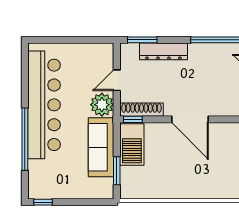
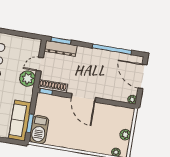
dresser: (163, 51) -> (61, 48), moved
barbecue: (132, 144) -> (39, 130), moved
sofa: (101, 147) -> (20, 121), moved

